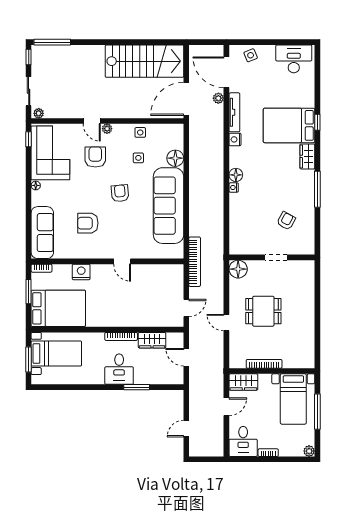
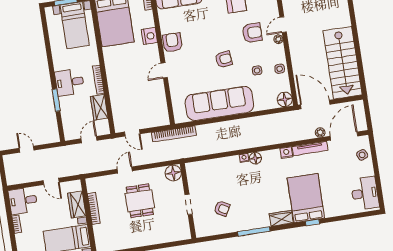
floor lamp: (175, 158) -> (285, 99), moved
armchair: (88, 223) -> (172, 42), moved
wardrobe: (243, 382) -> (77, 204), moved

